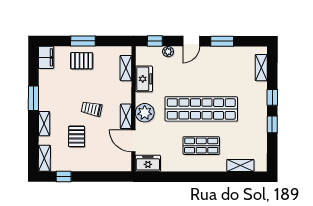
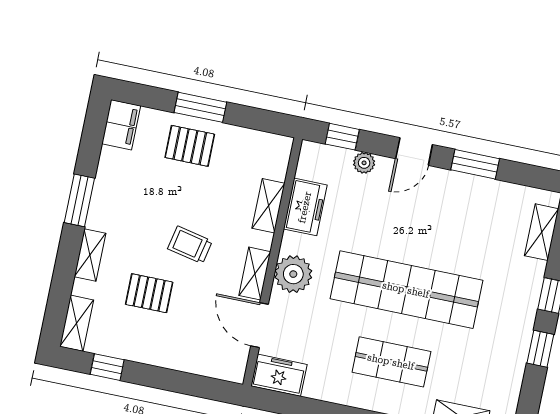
shelving: (126, 68) -> (268, 206), moved
pallet: (77, 136) -> (149, 293), turned 90

